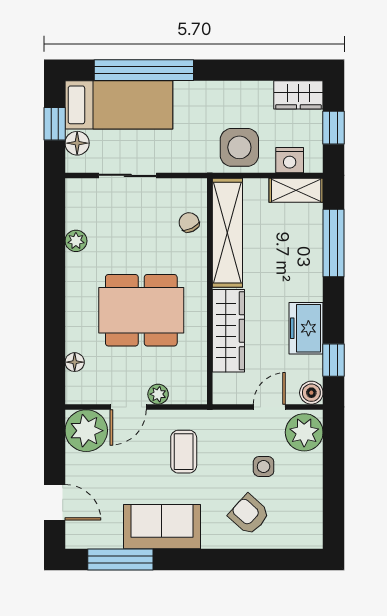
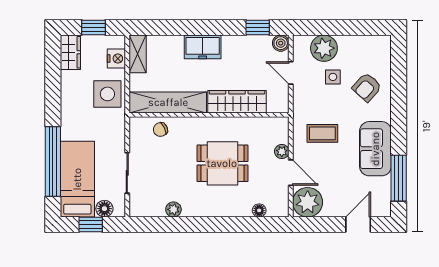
window: (334, 243) -> (175, 27), removed
dining table: (141, 310) -> (222, 163), width x0.73
freezer: (306, 328) -> (203, 47), moved
plant: (304, 432) -> (324, 48), moved

